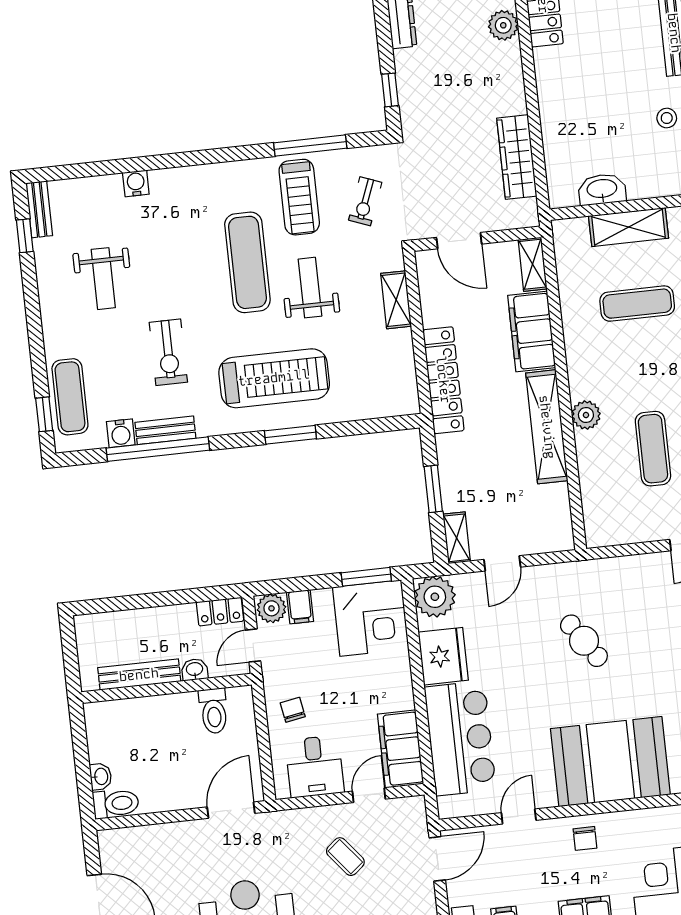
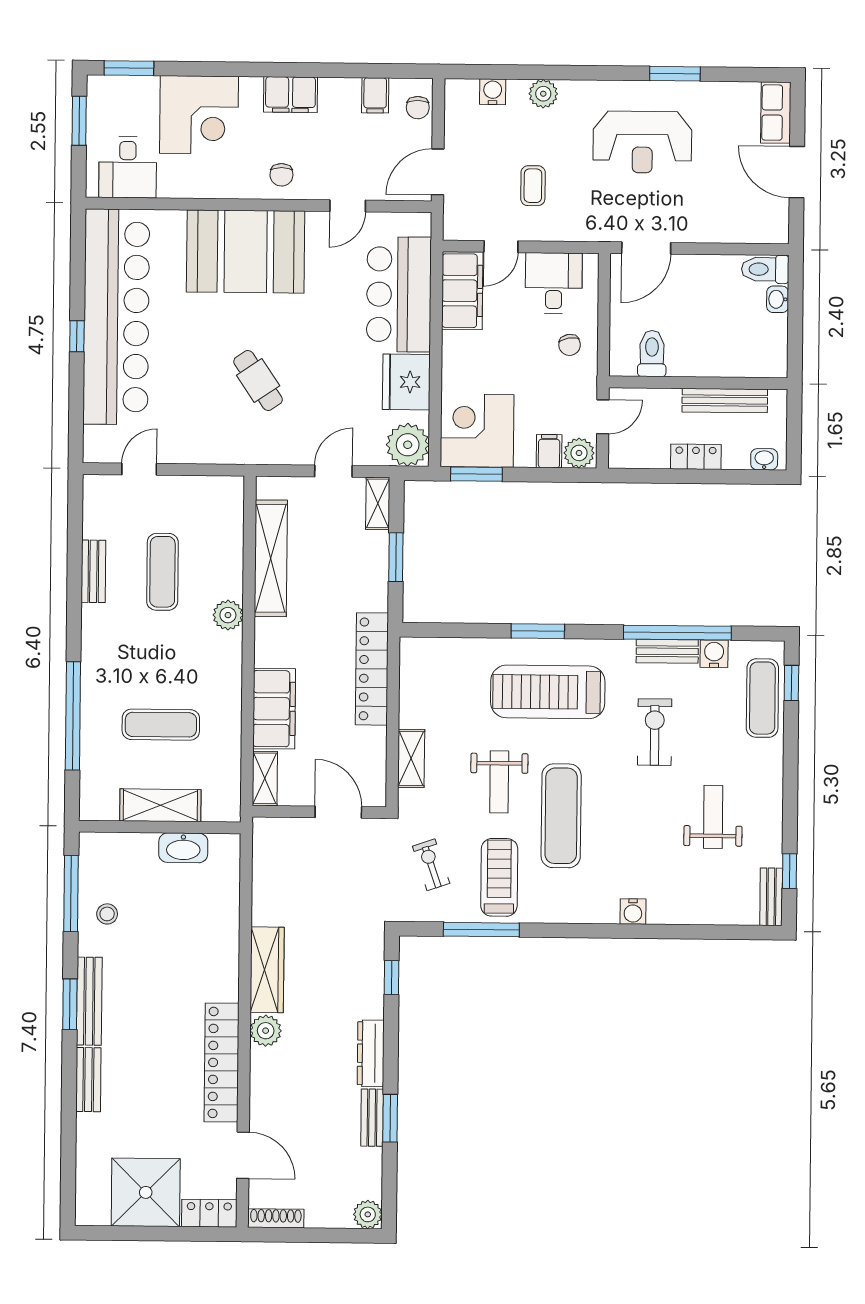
wardrobe: (517, 157) -> (267, 970), moved
water cooler: (136, 183) -> (633, 911), moved
exercise bike: (365, 201) -> (431, 865), turned -40
shelving: (547, 427) -> (271, 558), moved
locker: (220, 612) -> (696, 457), moved
washbasin: (195, 670) -> (764, 459), moved, turned 180
chair: (585, 838) -> (281, 175), turned 180
coffee table: (345, 857) -> (533, 186), turned 39

